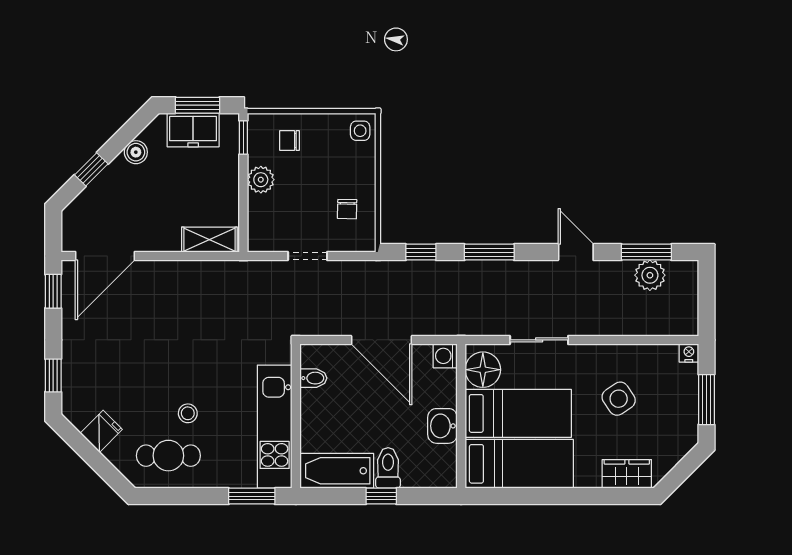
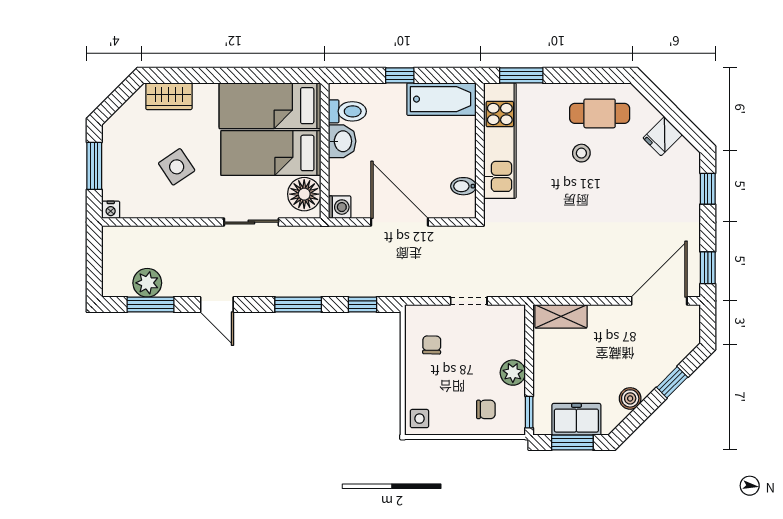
toilet: (388, 468) -> (347, 111), moved, turned -90

